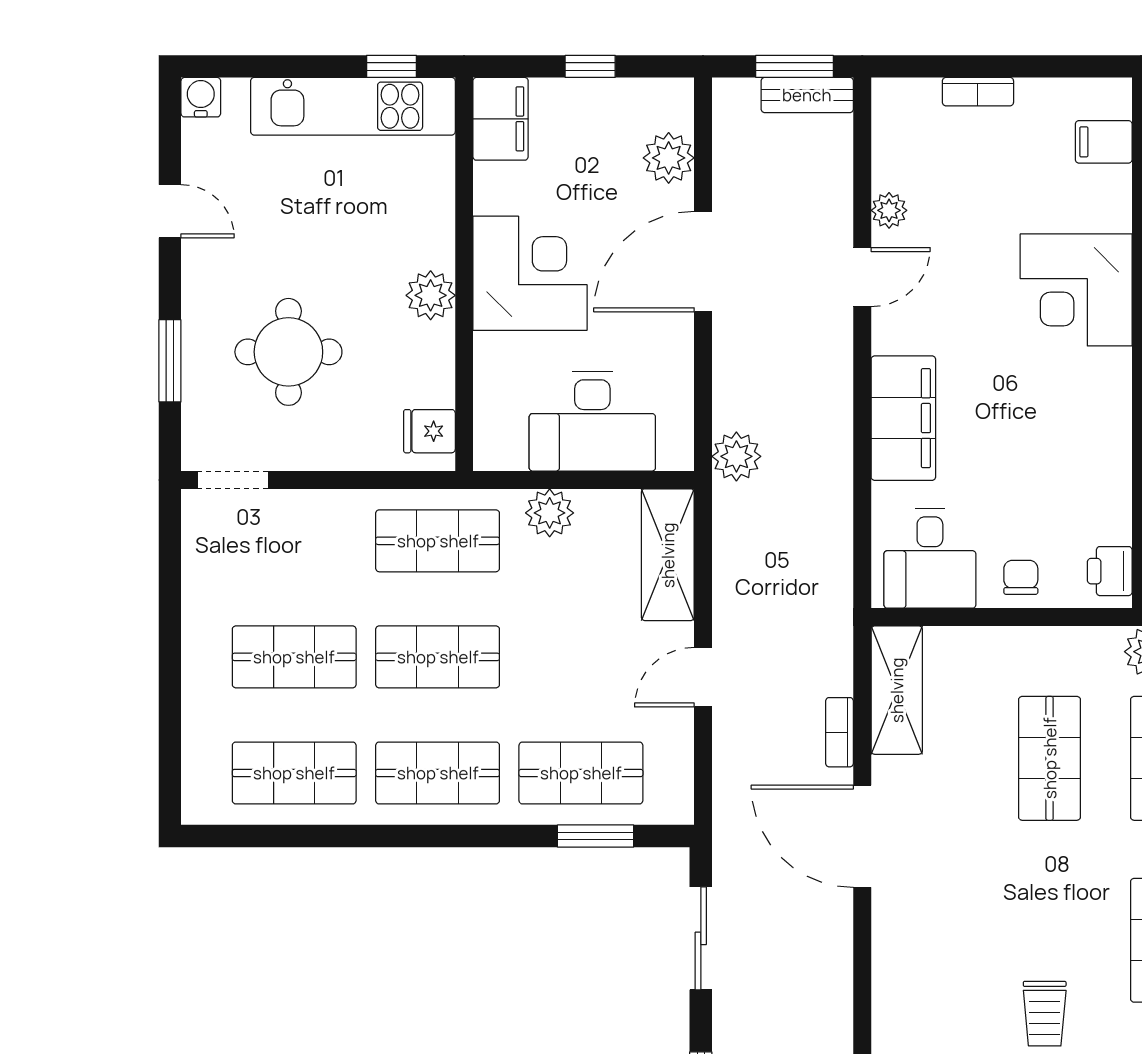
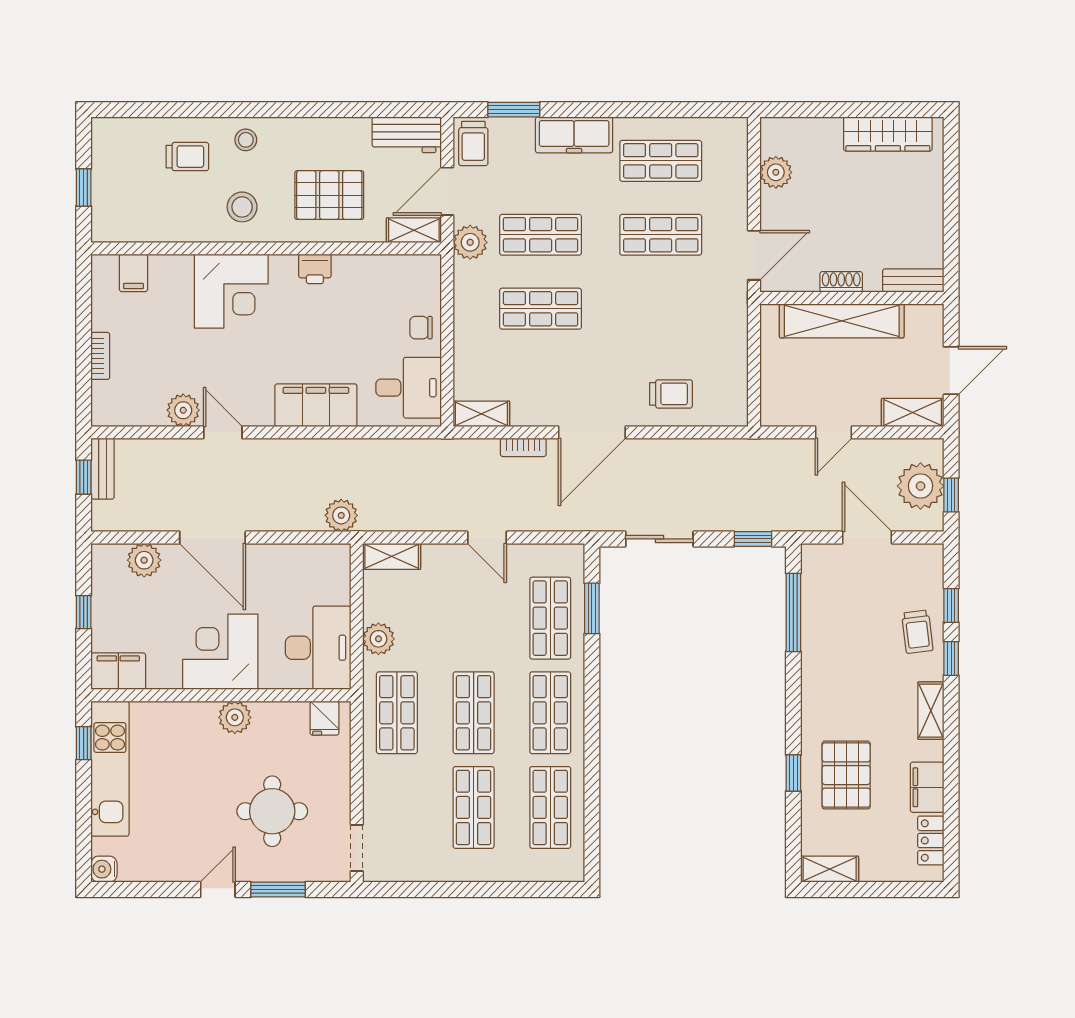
window: (794, 66) -> (84, 477), width x0.67
plant: (889, 210) -> (183, 410), width x1.38, depth x1.38
door: (170, 211) -> (218, 889), moved
desk: (592, 421) -> (318, 648), moved
shelving: (668, 555) -> (392, 556), width x0.67, depth x0.75
printer: (1110, 571) -> (315, 269), moved
shelving: (897, 690) -> (481, 414), width x0.67, depth x0.75
trolley: (1045, 1014) -> (671, 394), moved

